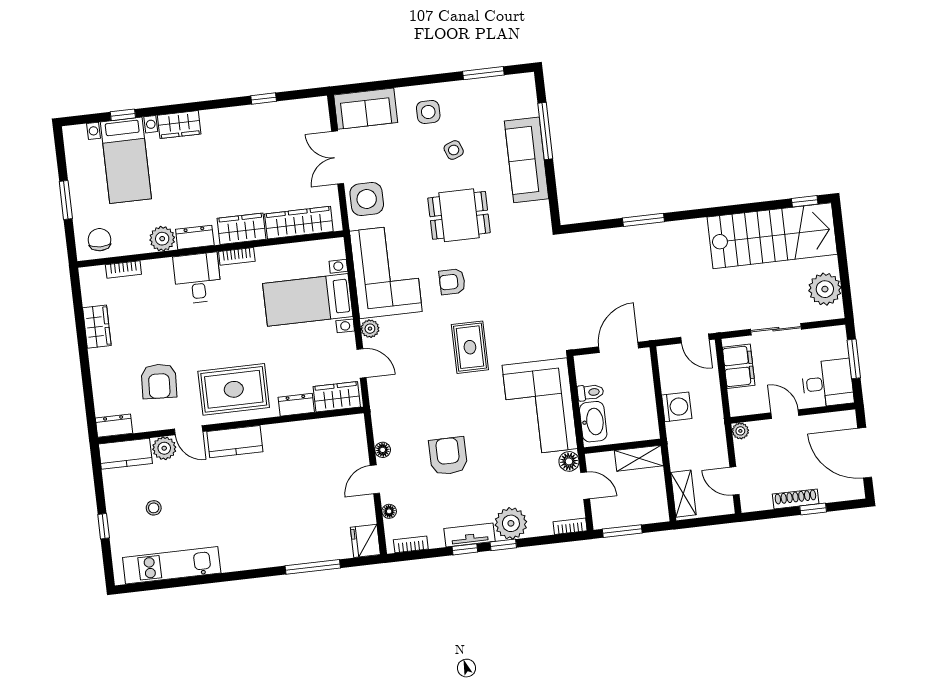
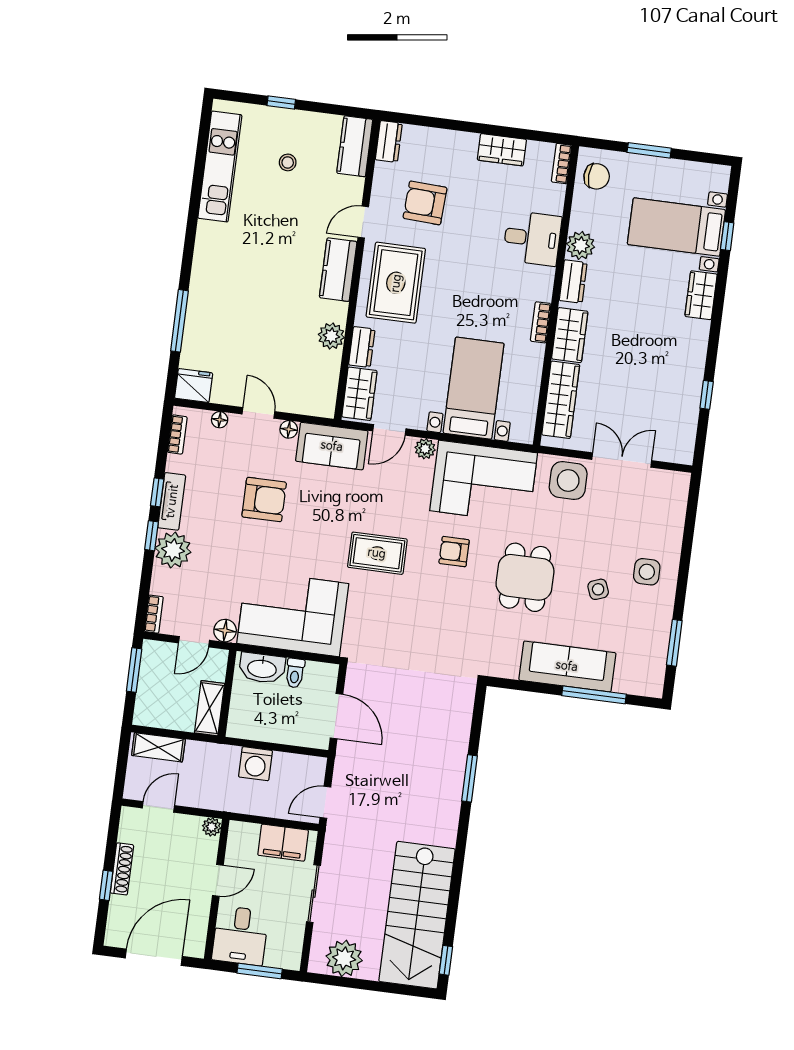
sofa: (366, 109) -> (332, 446), moved, turned -90
bookcase: (123, 269) -> (561, 164), moved
desk: (197, 278) -> (532, 238), moved
armchair: (452, 282) -> (454, 552), turned -90
plant: (164, 448) -> (331, 336), moved

